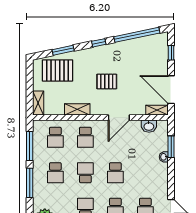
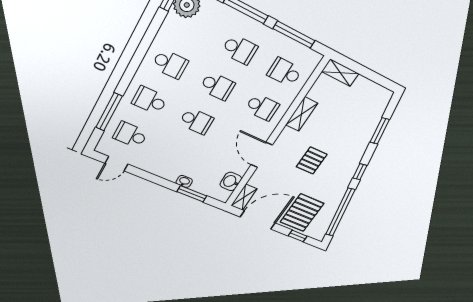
pallet: (58, 70) -> (302, 213), moved
school desk: (85, 137) -> (262, 107), turned 180
school desk: (55, 173) -> (240, 49), turned 180
school desk: (115, 173) -> (196, 121), turned 180

